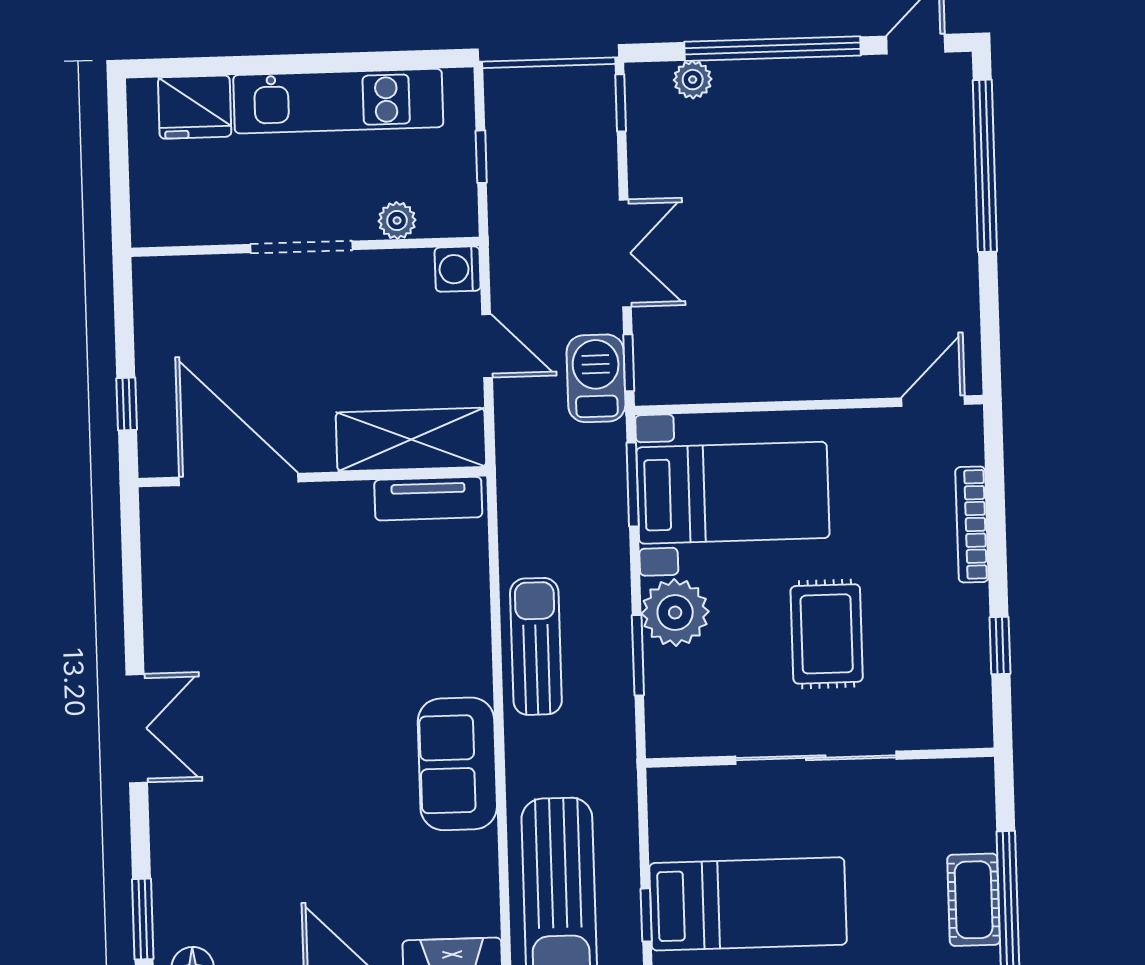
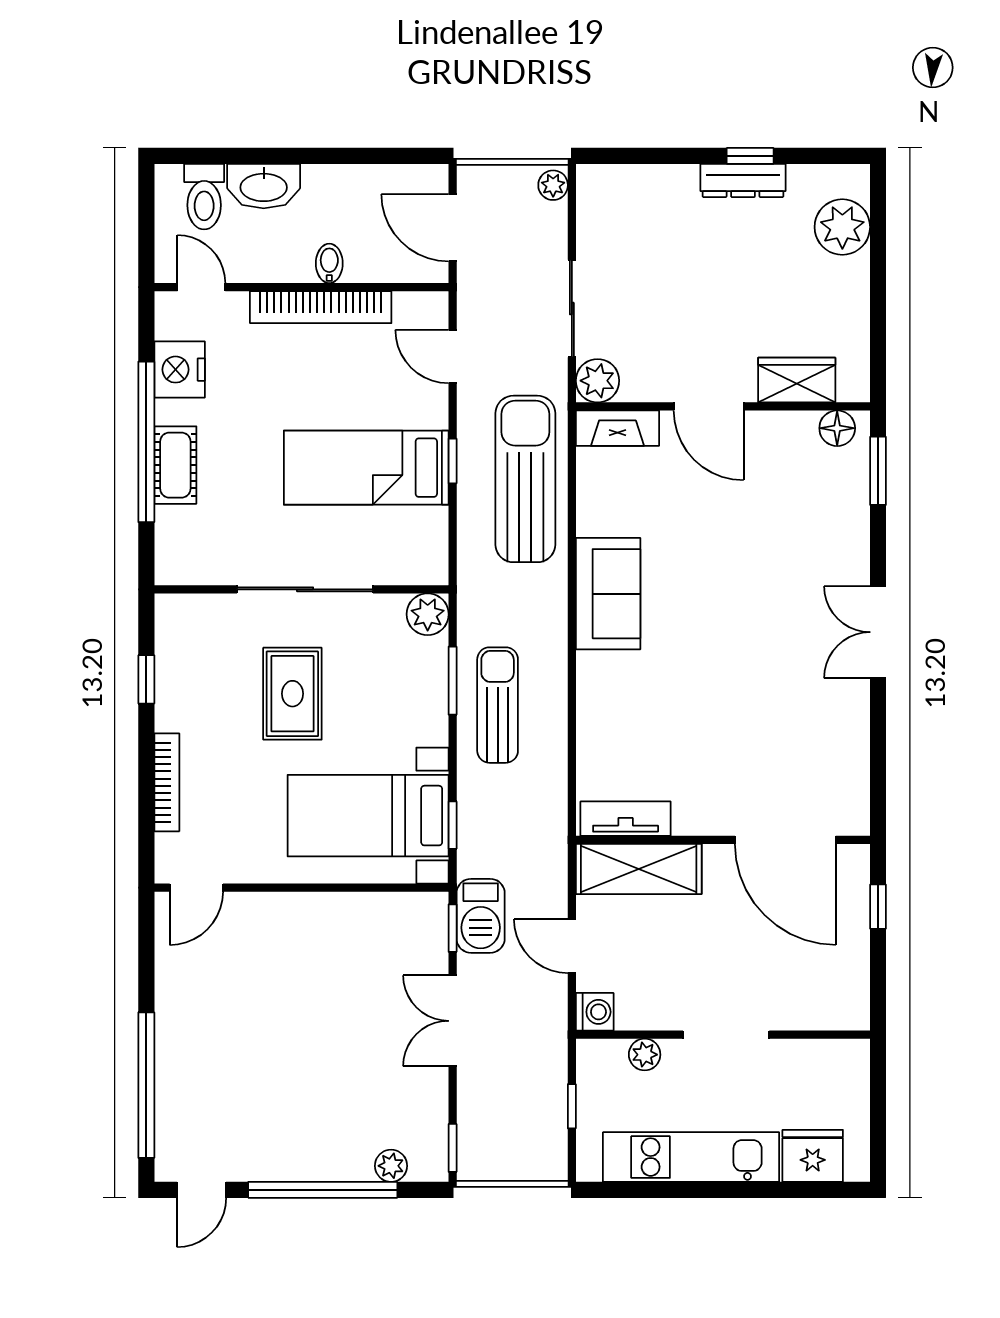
window: (633, 485) -> (453, 825), width x0.67
plant: (675, 613) -> (428, 614), moved, width x0.73, depth x0.73
sun lounger: (536, 646) -> (498, 705), moved, turned 180

